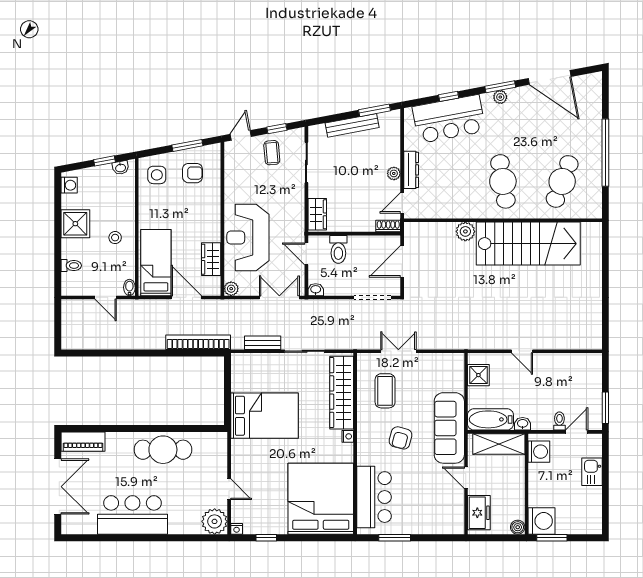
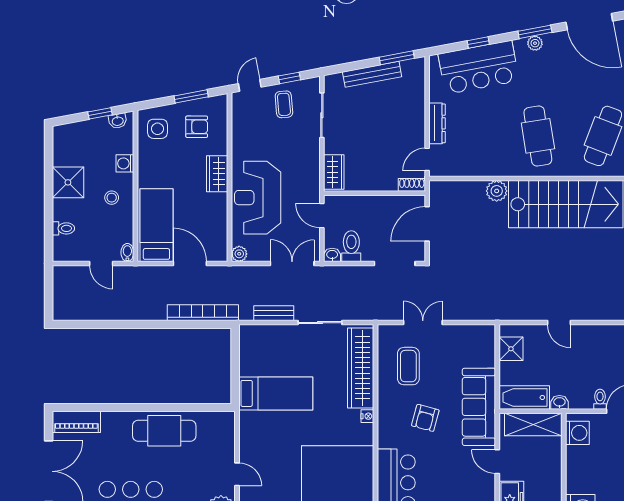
plant: (394, 173) -> (418, 127), removed
washing machine: (69, 185) -> (125, 163), moved, turned 180
toilet: (338, 249) -> (351, 246), moved, turned 180
wardrobe: (211, 259) -> (217, 174), moved
bed: (264, 416) -> (276, 393), width x0.67

